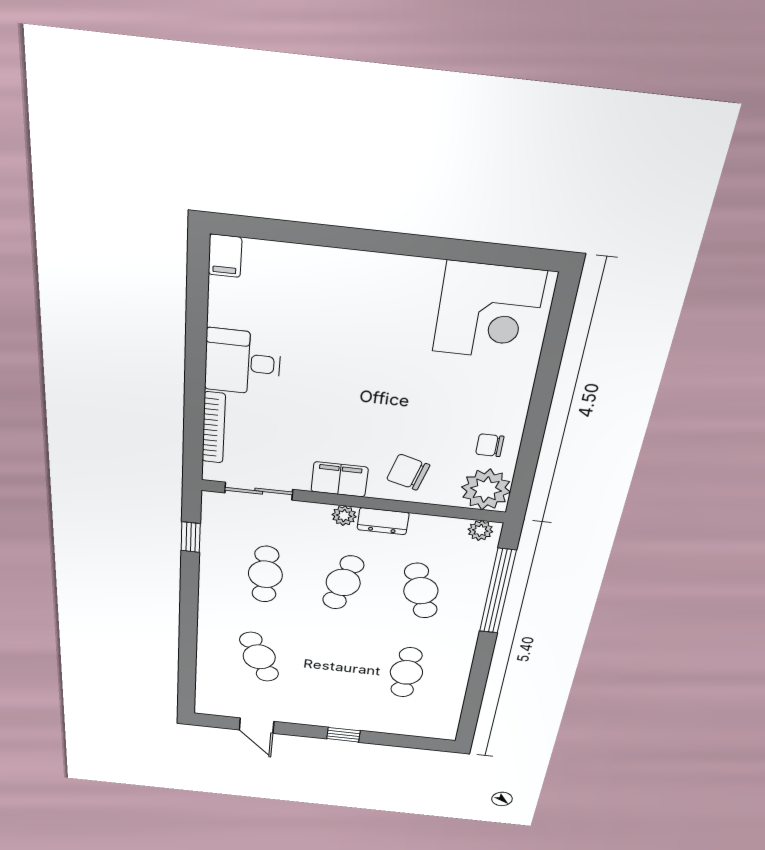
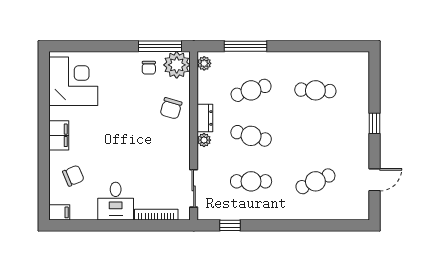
chair: (298, 291) -> (73, 176), added
window: (526, 467) -> (160, 46), added
filing cabinet: (340, 479) -> (59, 135), moved, turned 180
window: (498, 591) -> (245, 46), width x0.68

